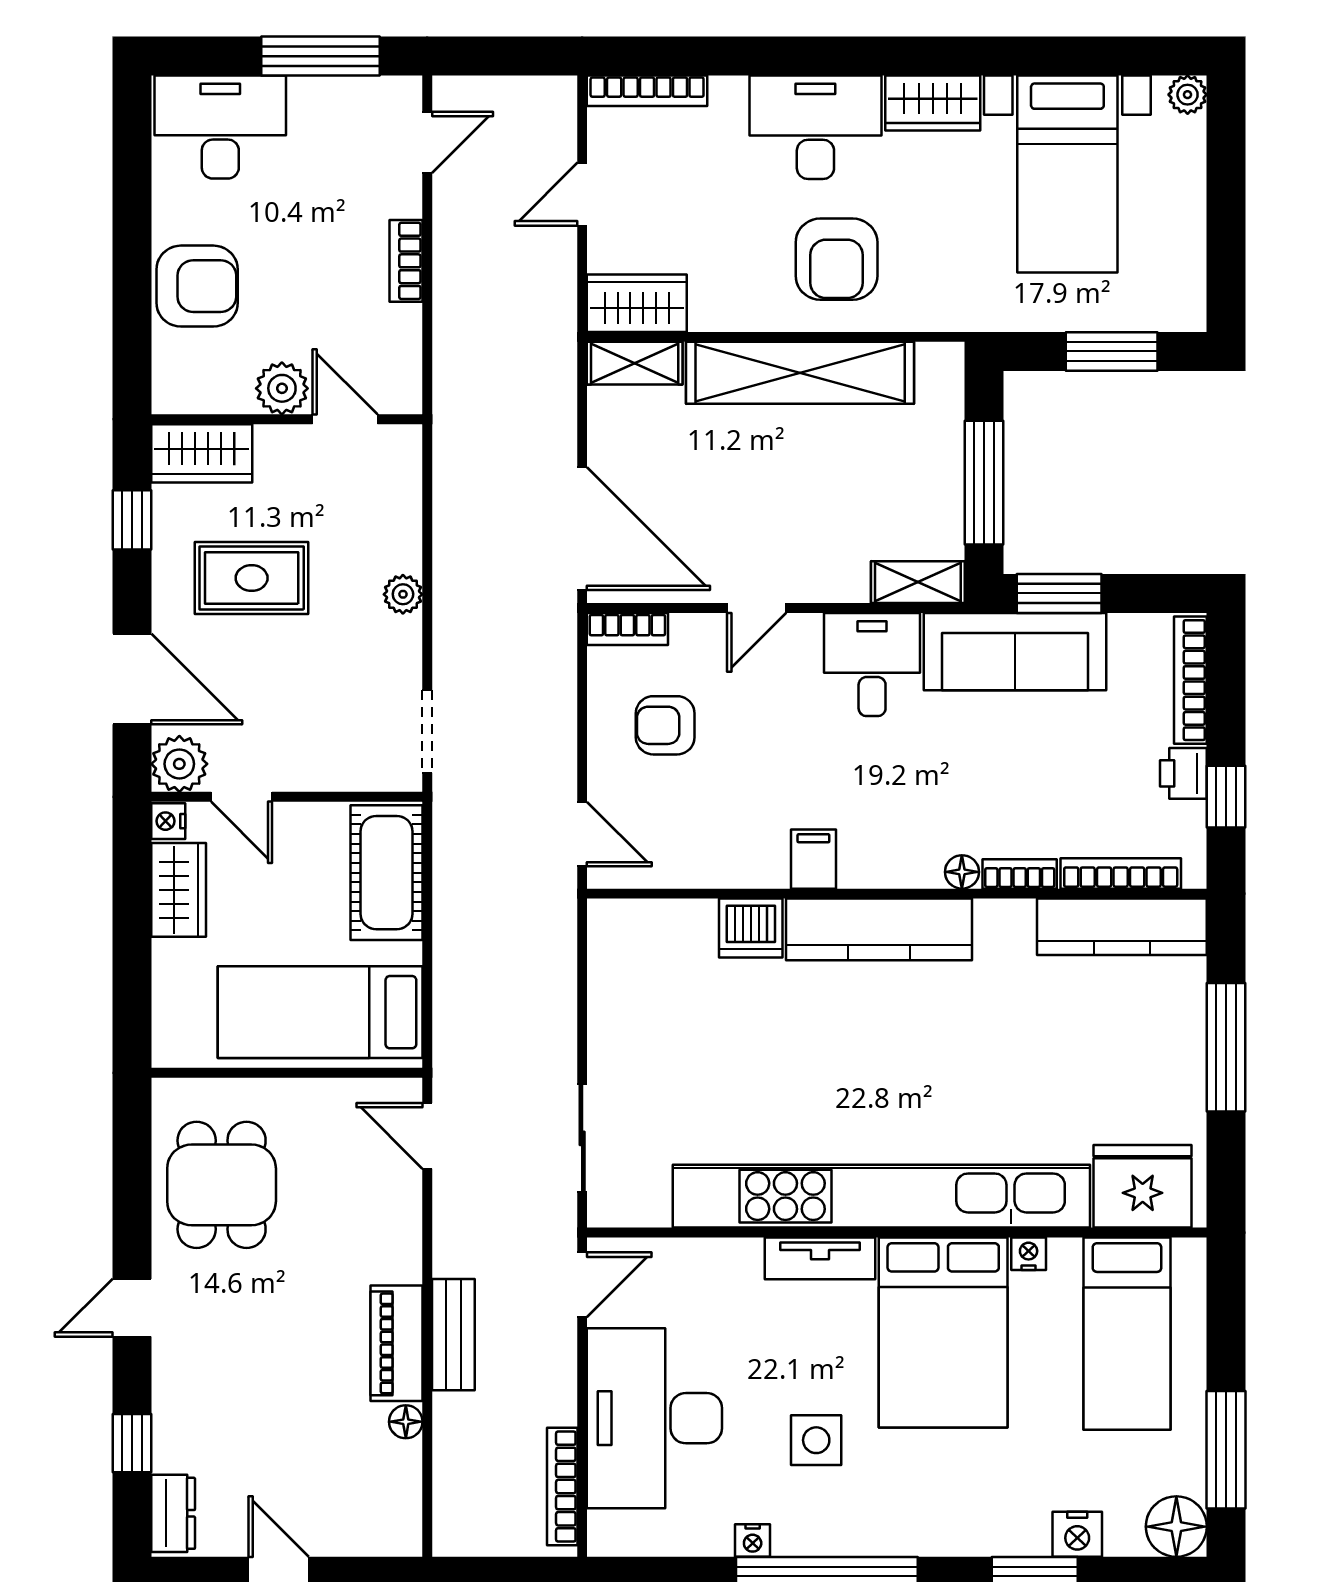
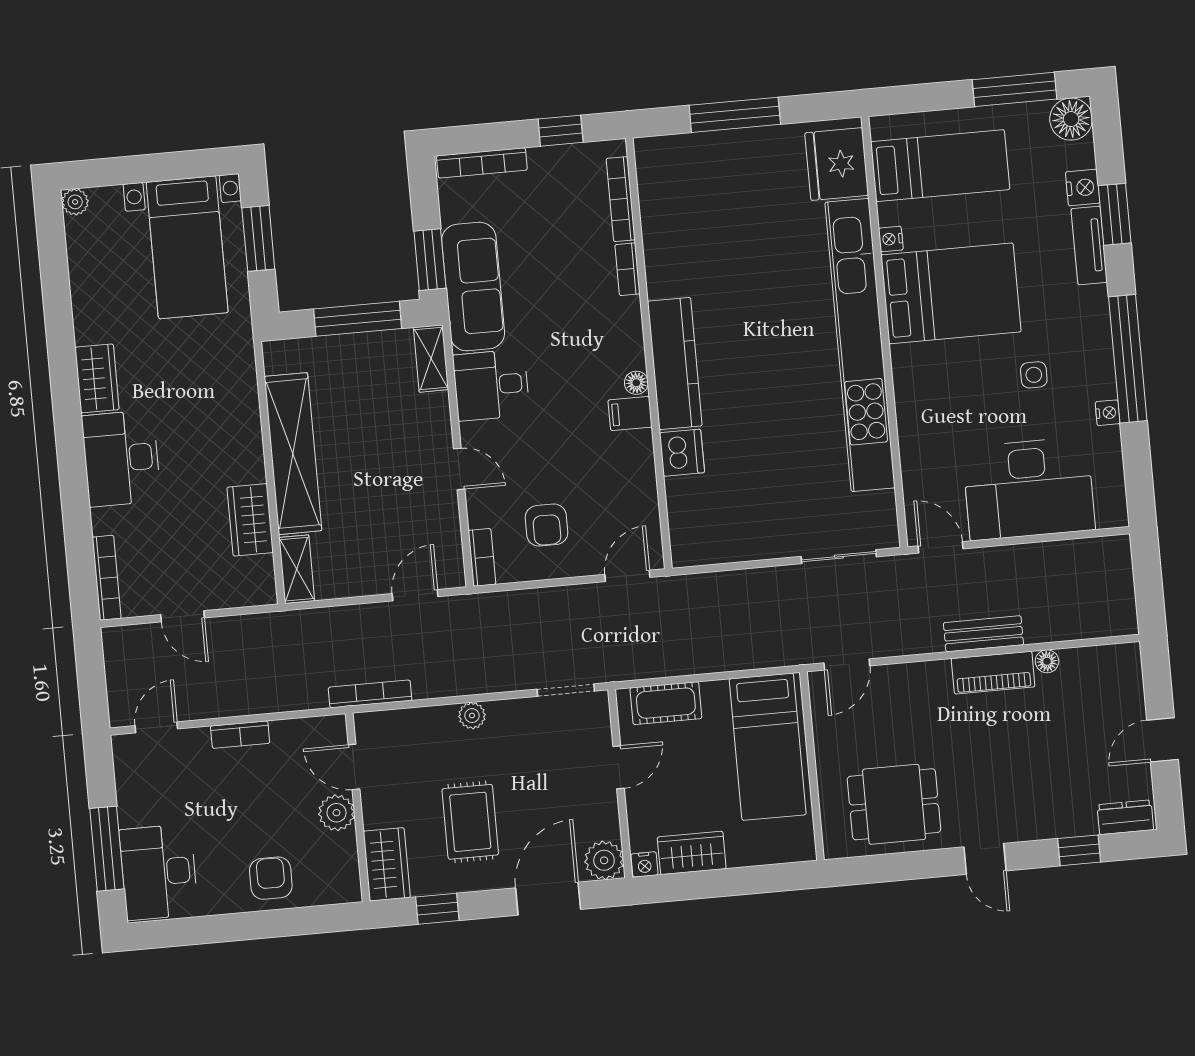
window: (321, 56) -> (107, 849), moved
door: (427, 142) -> (156, 727), hinge flipped
bed with nightstands: (1067, 174) -> (187, 247), moved, turned 90
armchair: (837, 259) -> (212, 435), removed
armchair: (197, 286) -> (271, 878), width x0.72, depth x0.72
wardrobe: (637, 303) -> (250, 520), moved
door: (345, 419) -> (354, 767), hinge flipped
door: (582, 529) -> (415, 595), width x0.53
printer: (1183, 773) -> (547, 162), removed
door: (242, 797) -> (619, 767), moved
floor lamp: (962, 872) -> (636, 383), moved
cot: (386, 873) -> (666, 703), width x0.73, depth x0.75
kitchen counter: (1122, 927) -> (658, 195), removed
tv unit: (820, 1258) -> (1089, 246), moved, turned 180
side table: (816, 1440) -> (1034, 375), width x0.73, depth x0.73
bookcase: (562, 1487) -> (370, 694), moved, turned 180

